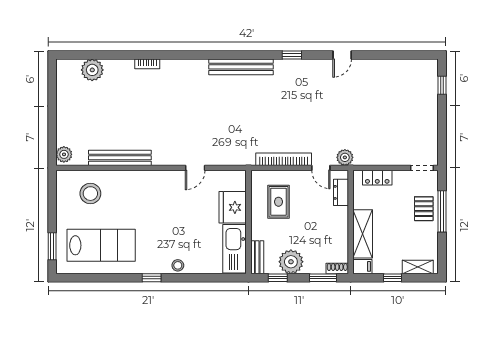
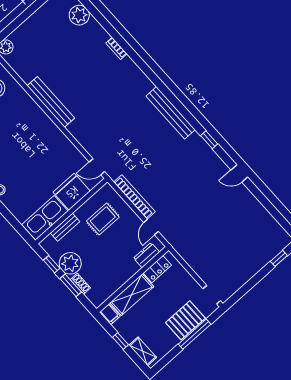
plant: (345, 157) -> (172, 237), removed
bench: (120, 158) -> (51, 102), moved
door: (195, 168) -> (97, 167), moved
locker: (377, 178) -> (157, 269), moved, turned -90
pallet: (424, 209) -> (185, 320), width x1.50, depth x1.42
bench: (257, 257) -> (65, 227), moved
shoe rack: (337, 268) -> (80, 284), moved
window: (323, 278) -> (71, 285), moved

